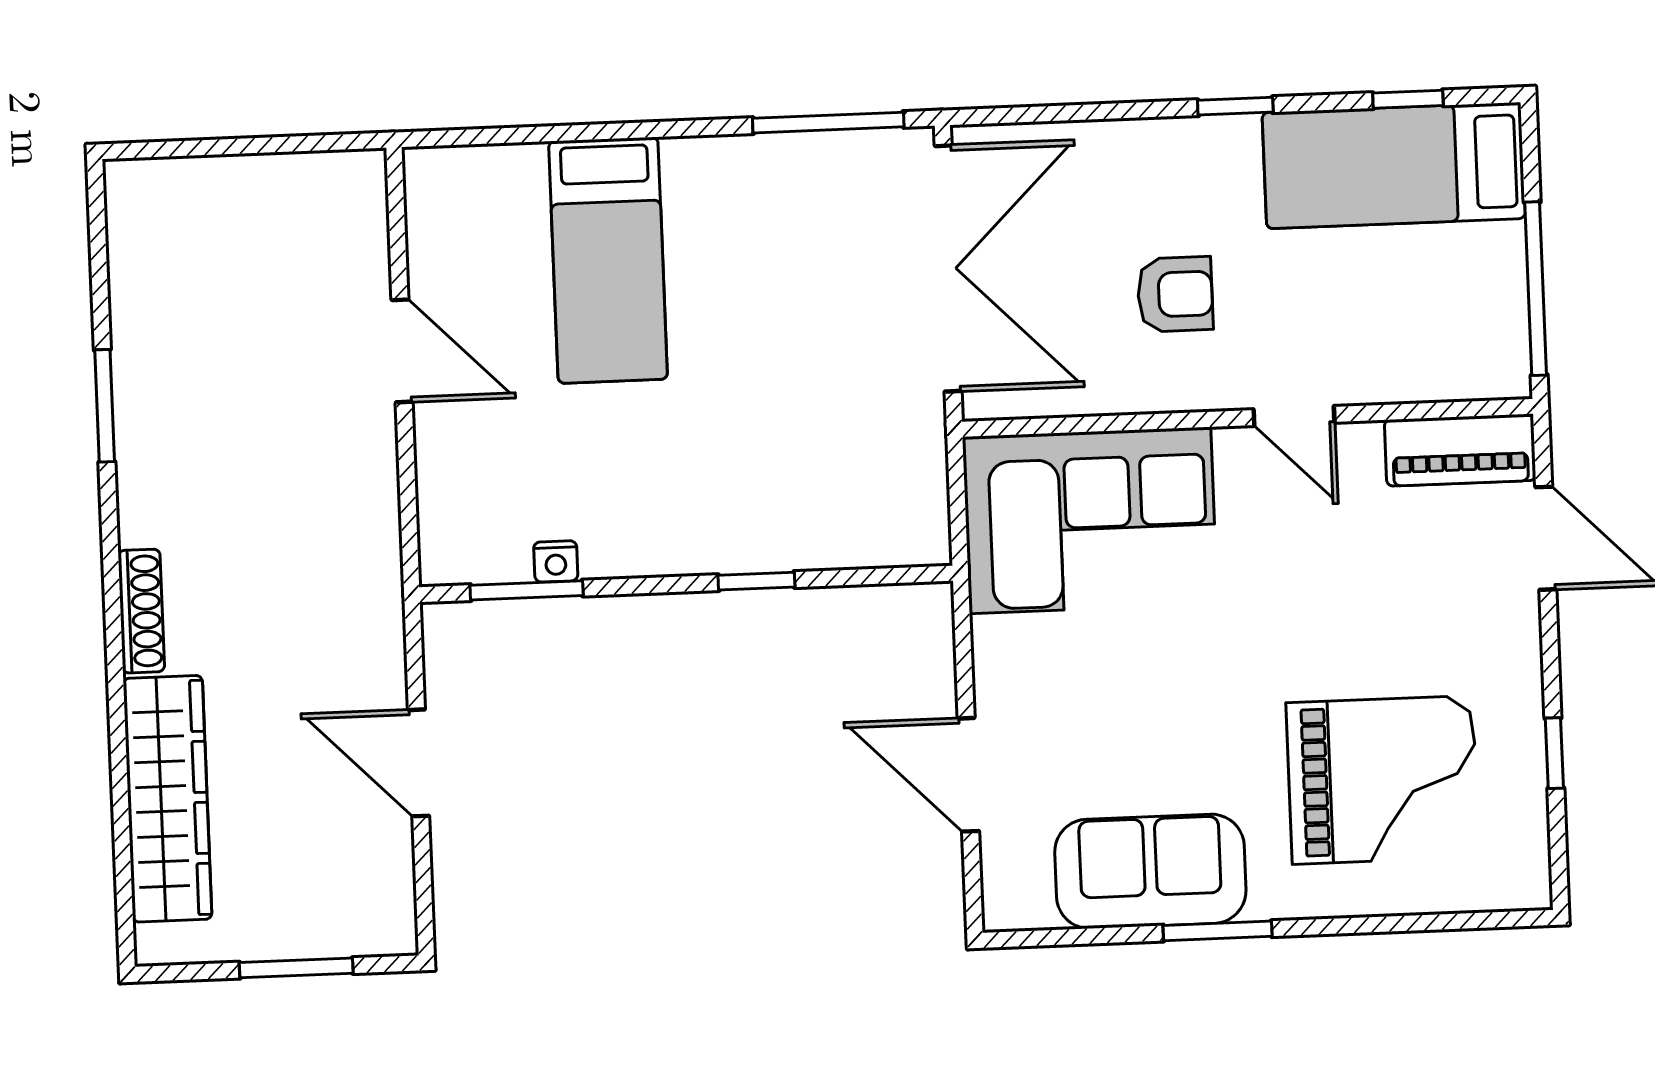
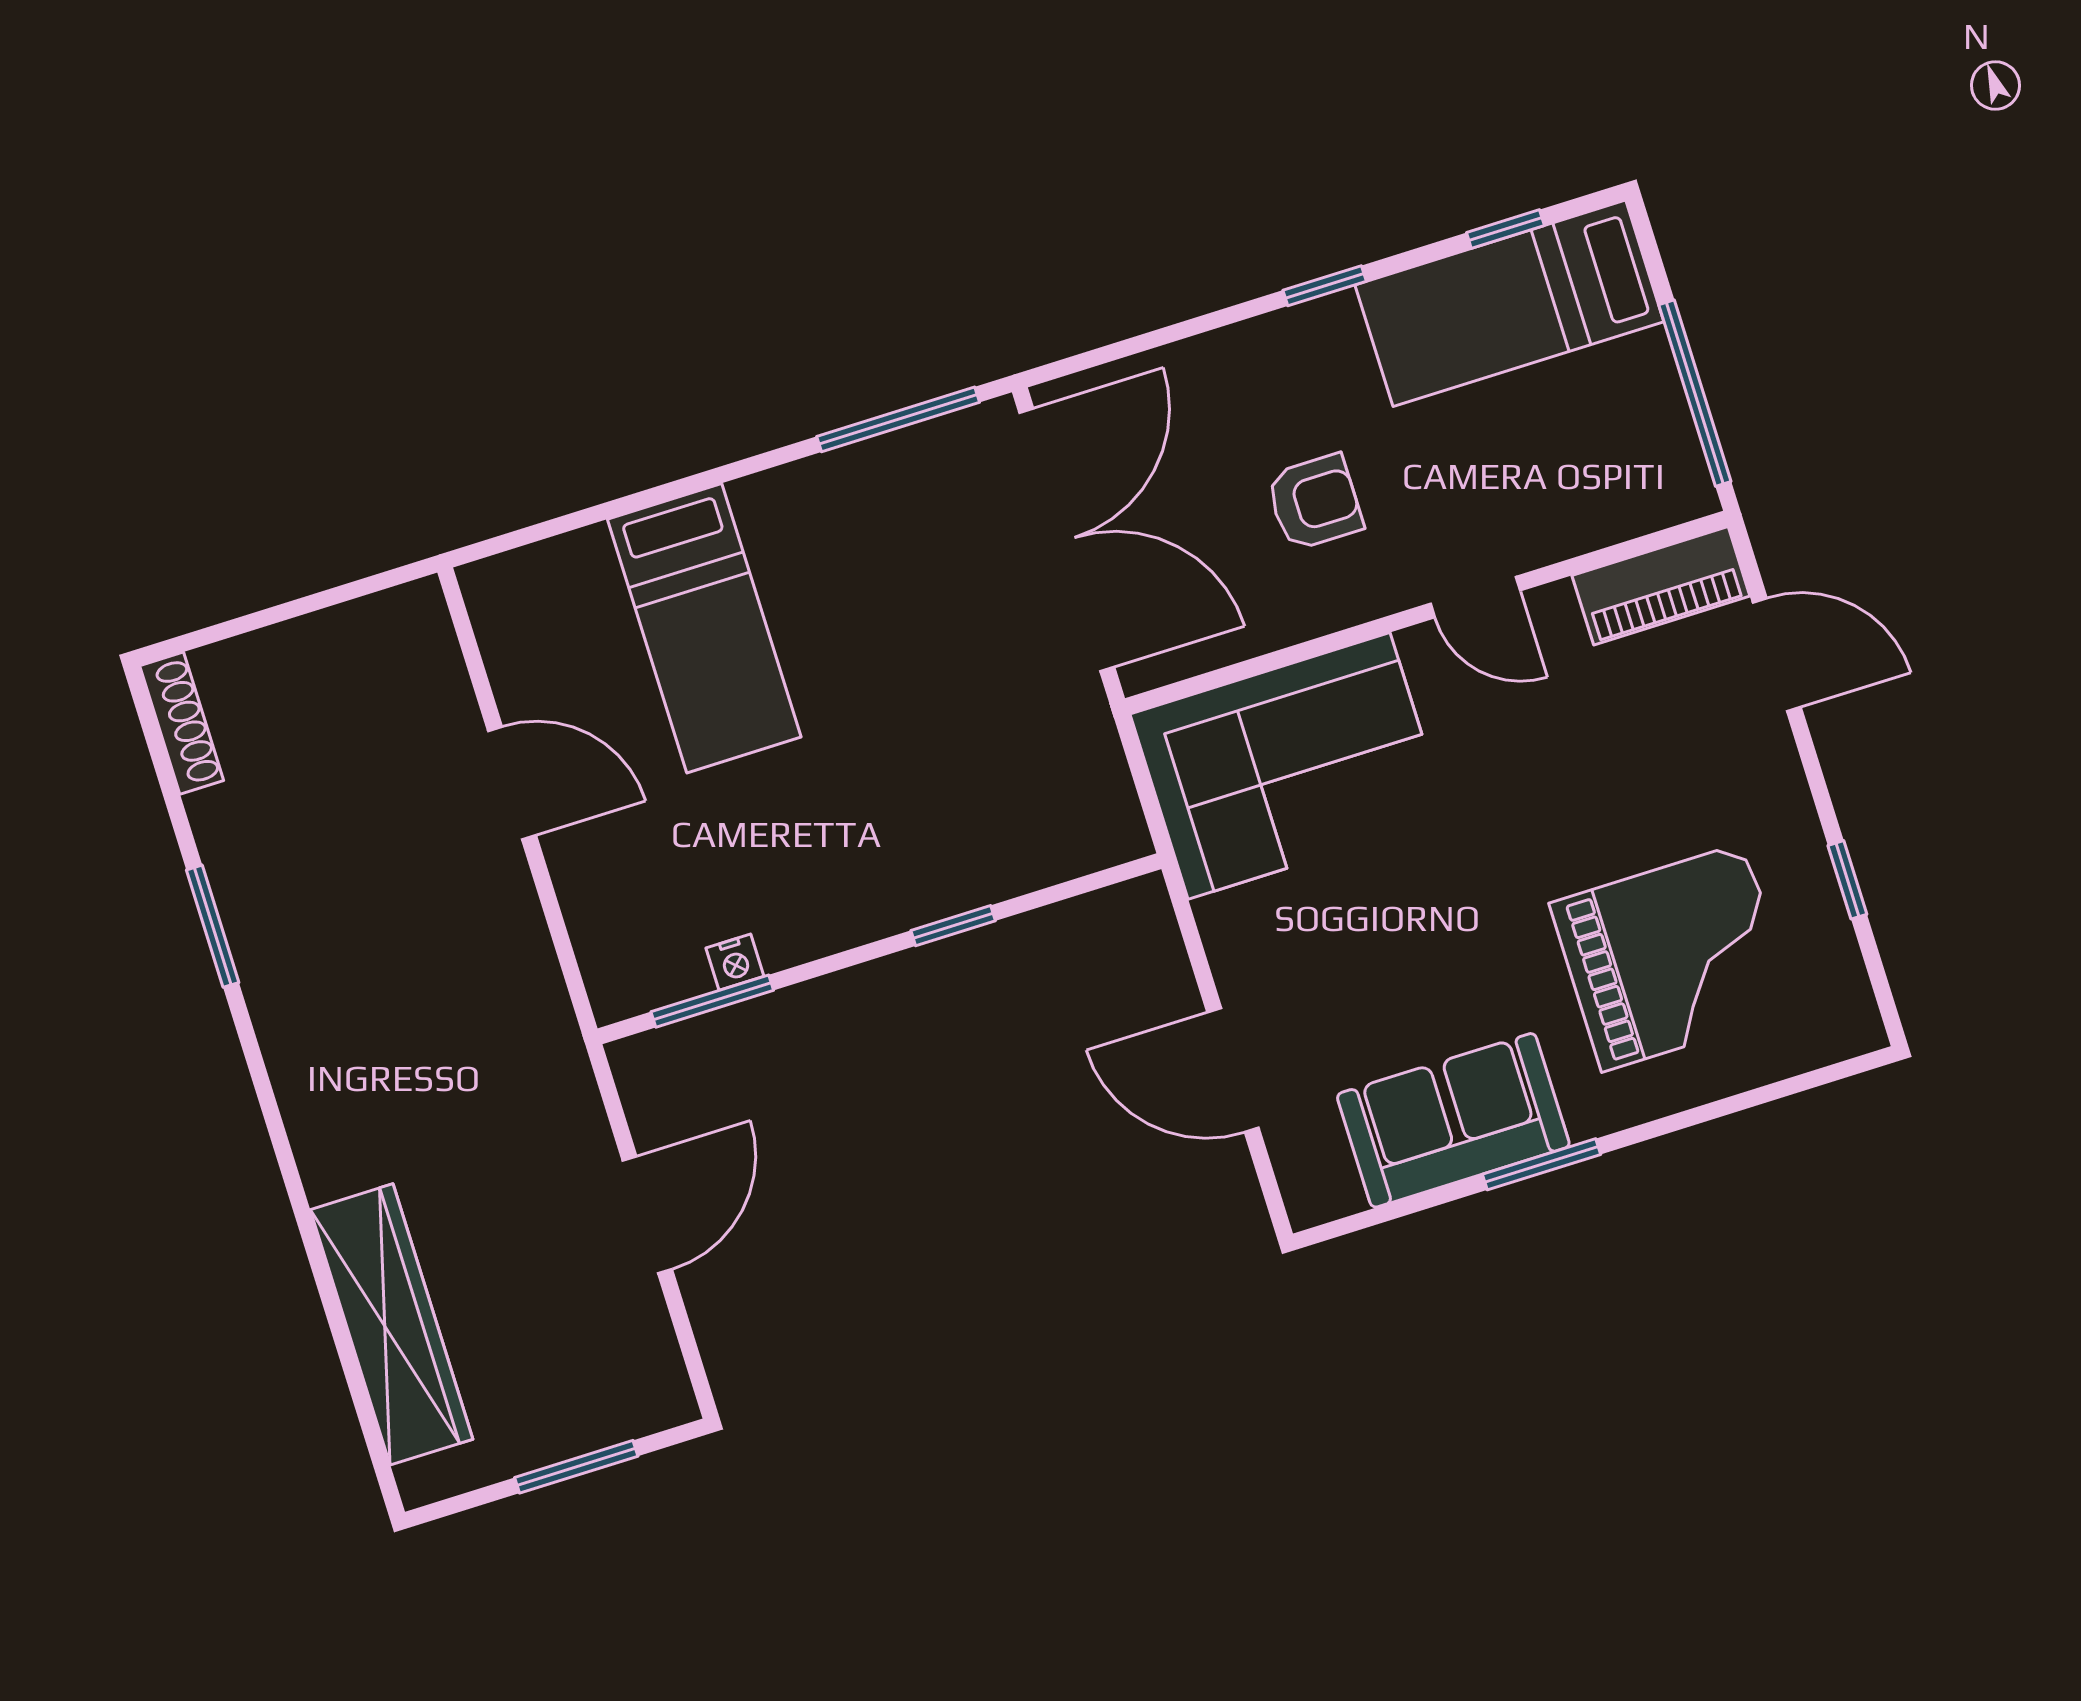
shoe rack: (141, 611) -> (182, 723), moved
door: (419, 763) -> (647, 1215), swing flipped

